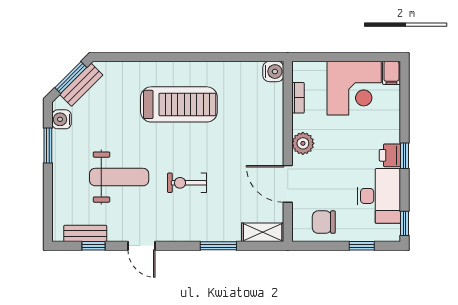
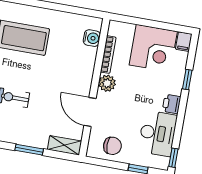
water cooler: (273, 72) -> (92, 38), moved
bookcase: (298, 98) -> (108, 55), width x1.56
window: (404, 156) -> (187, 79), moved
chair: (324, 222) -> (112, 146), turned 180

